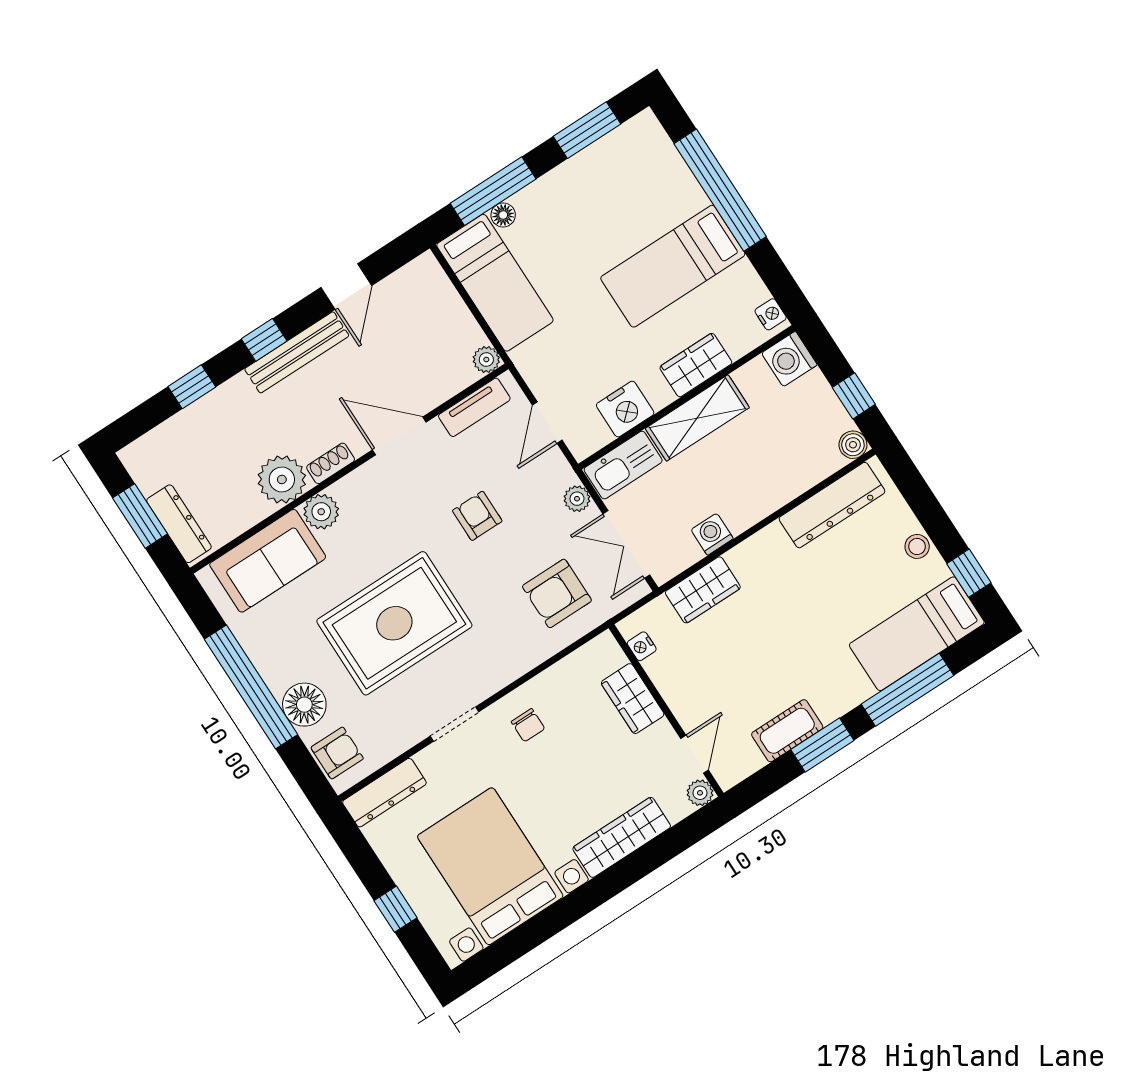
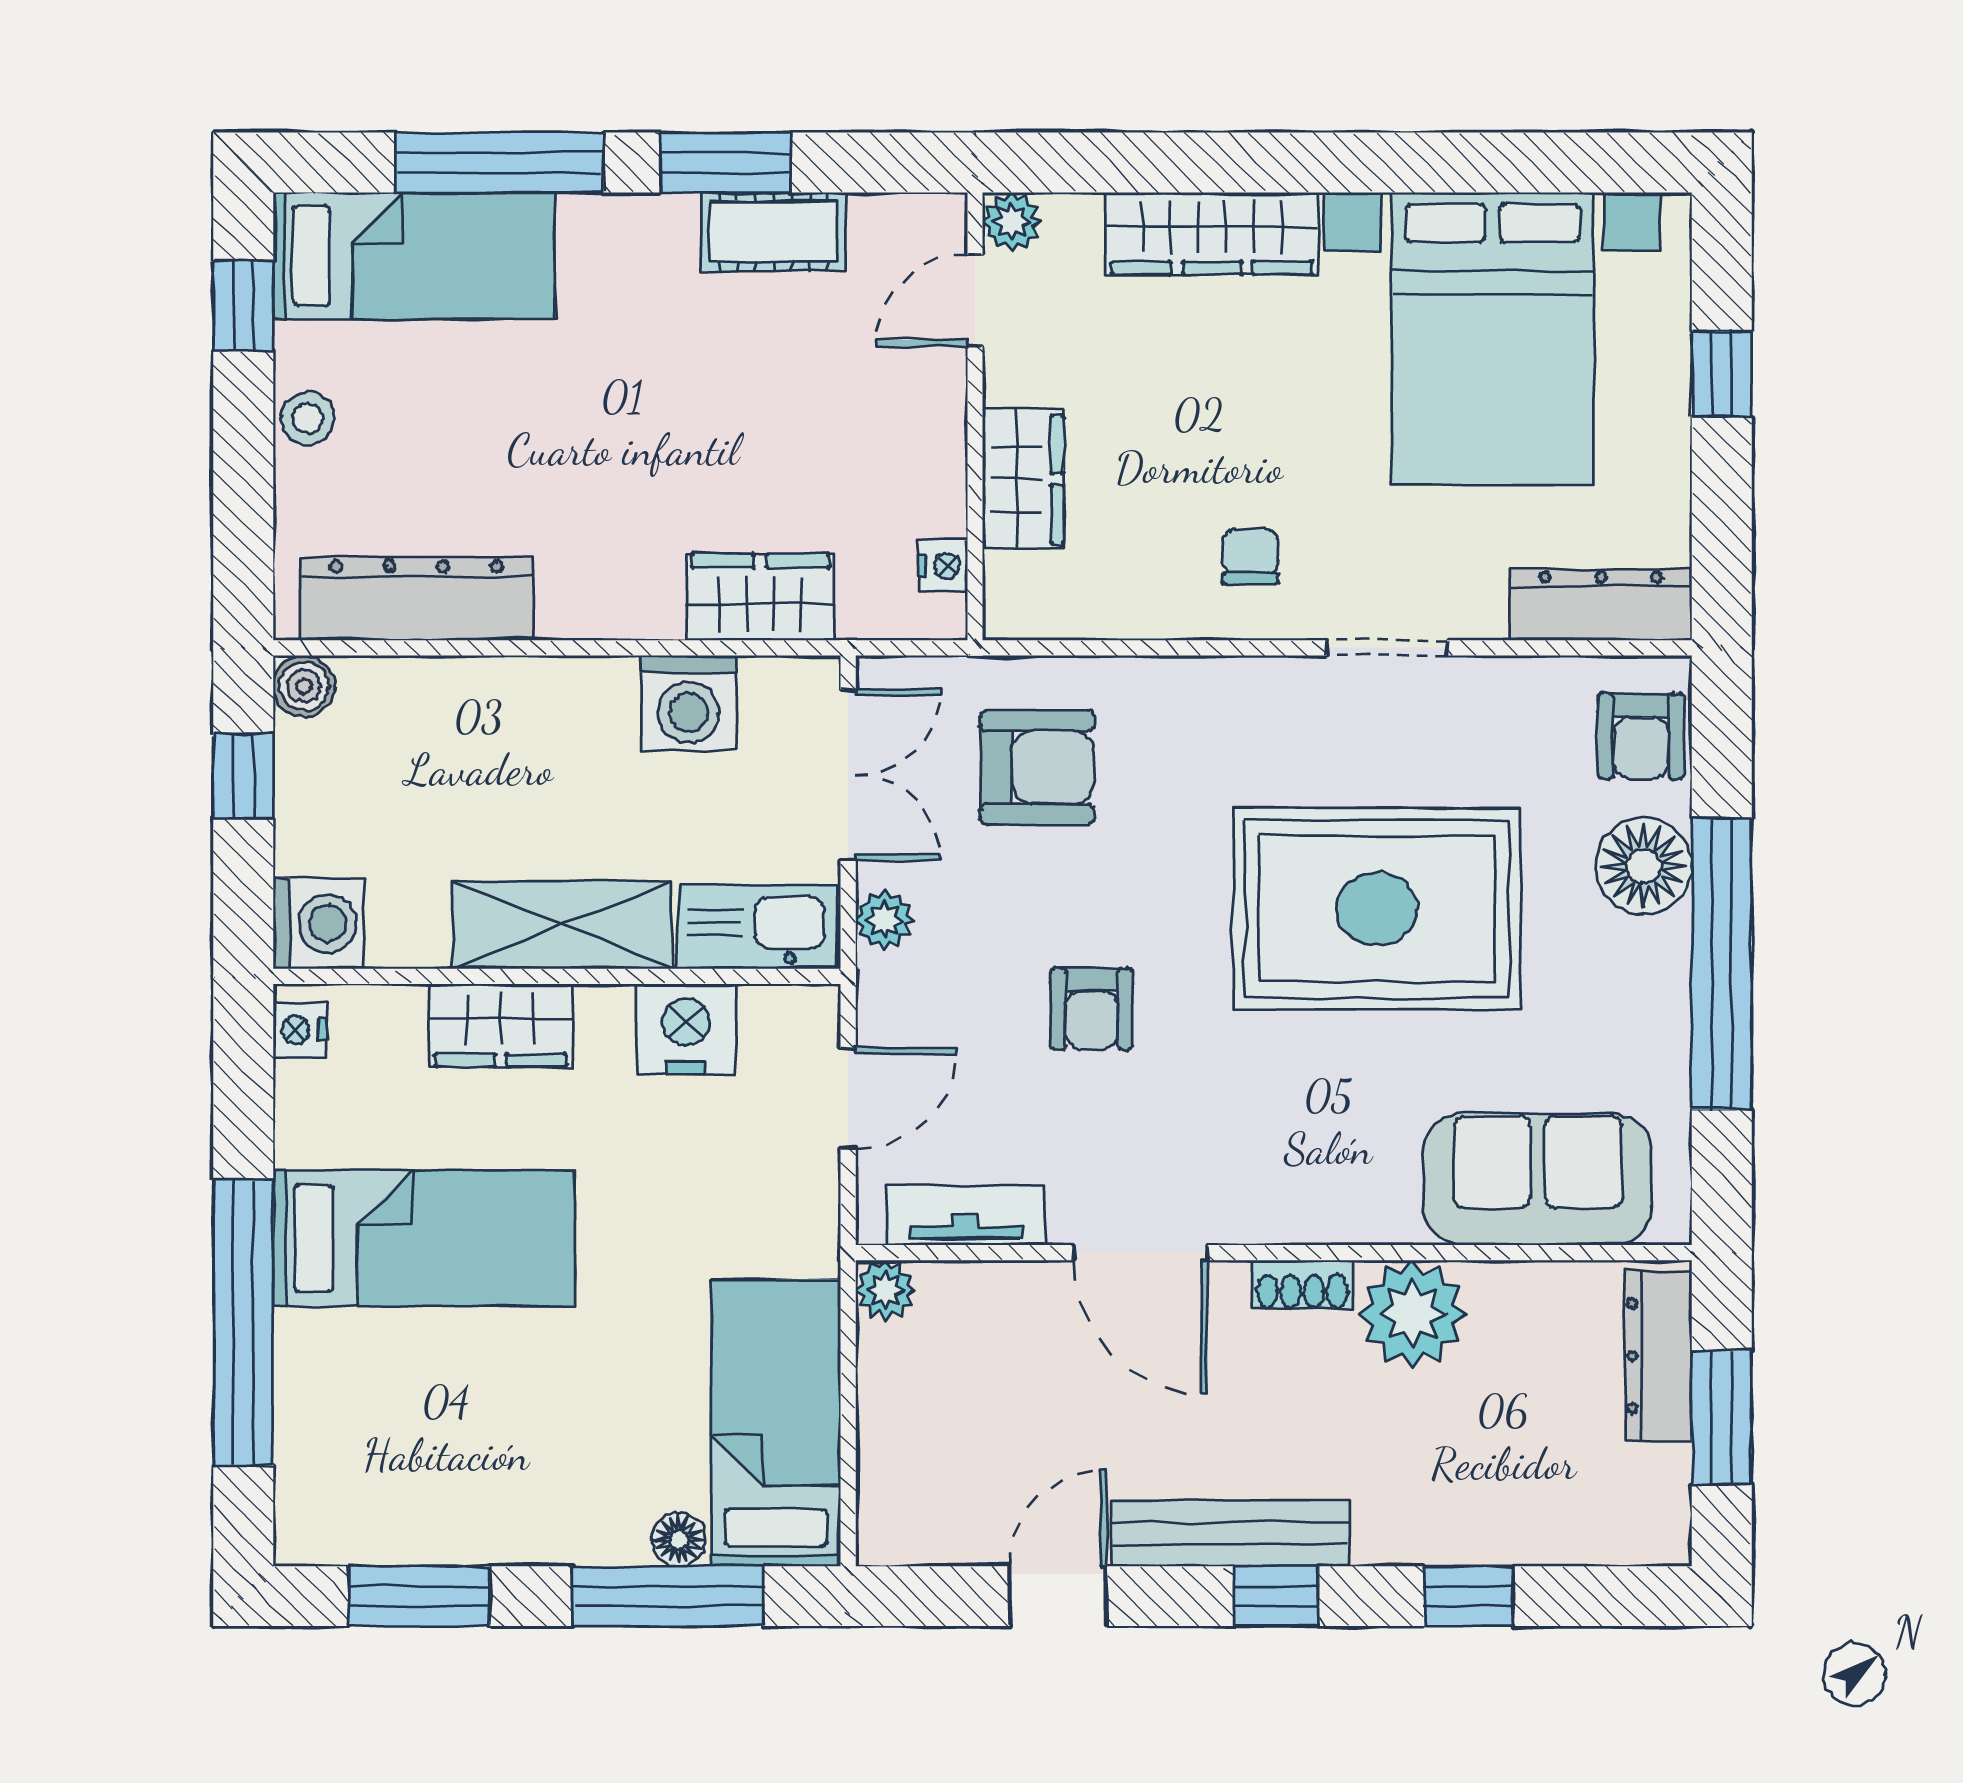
plant: (321, 512) -> (1378, 1206), removed
washing machine: (712, 534) -> (689, 703), width x1.38, depth x1.38
armchair: (337, 753) -> (1641, 736), turned -90

